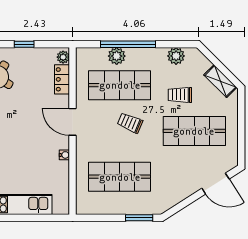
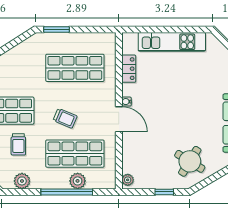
locker: (62, 79) -> (129, 69), moved
trolley: (180, 95) -> (18, 144), turned 90
water cooler: (64, 155) -> (126, 102), moved

